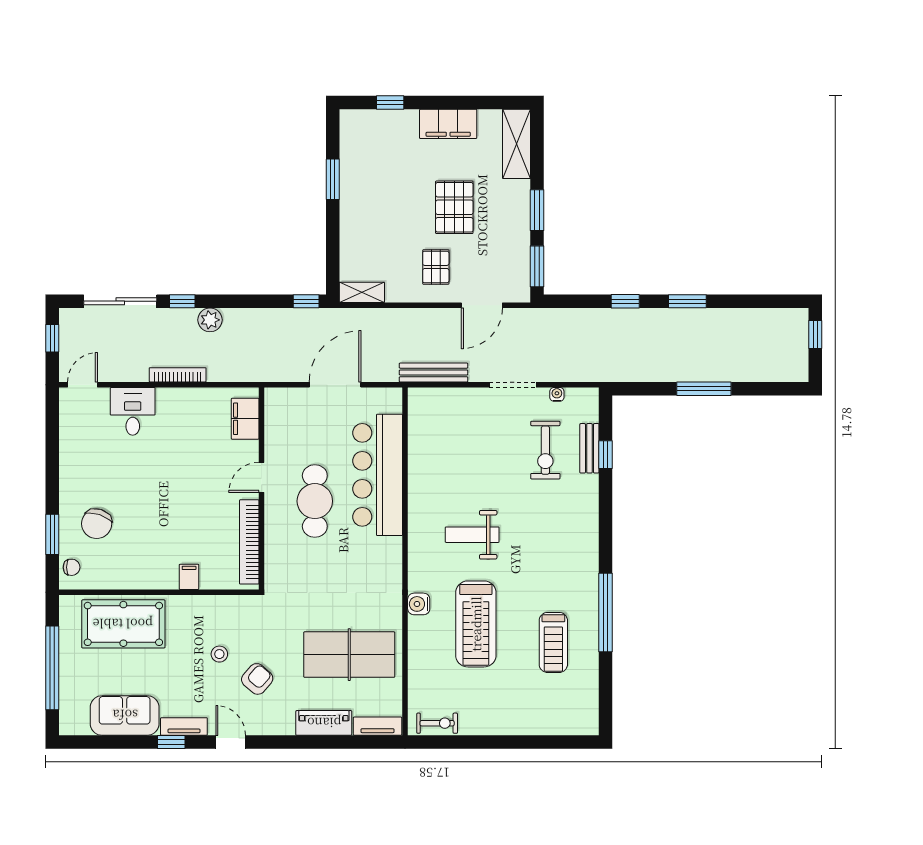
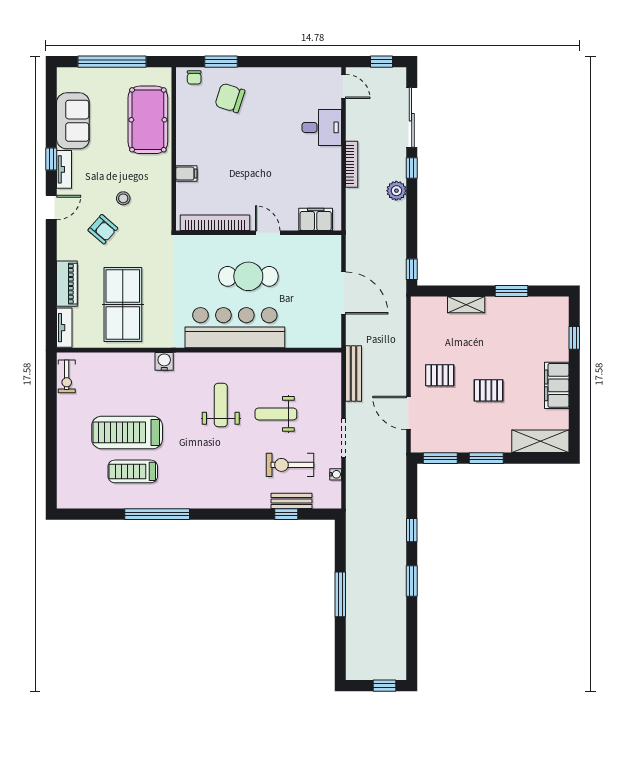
pallet: (454, 207) -> (489, 390), width x0.67, depth x0.71
shelving: (362, 292) -> (466, 305), moved, turned 90
weight bench: (483, 467) -> (276, 414), added
bar counter: (378, 475) -> (235, 328), moved
treadmill: (476, 624) -> (127, 432), moved

